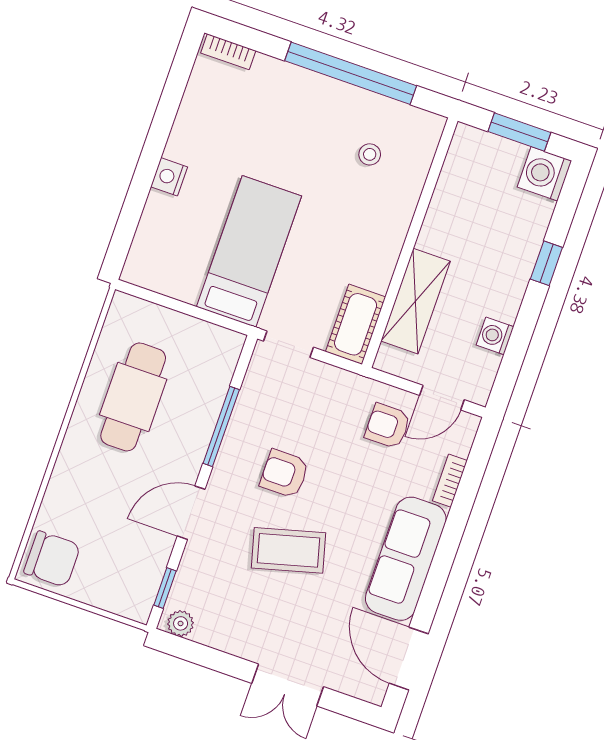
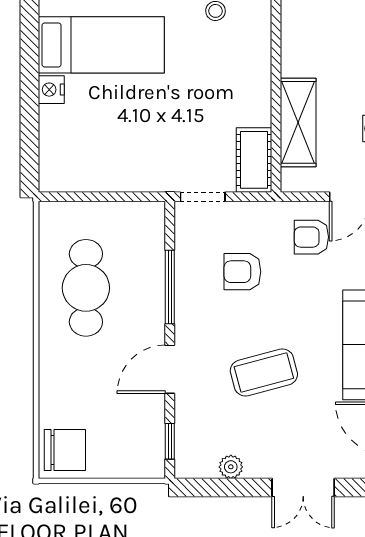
bed: (249, 251) -> (101, 45), moved, turned 90
armchair: (284, 474) -> (242, 272), moved
plant: (181, 623) -> (231, 467), moved

